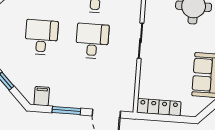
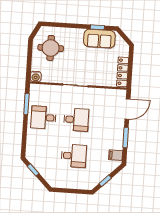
desk: (41, 37) -> (74, 156), turned 180
desk: (92, 41) -> (76, 120), turned 180

